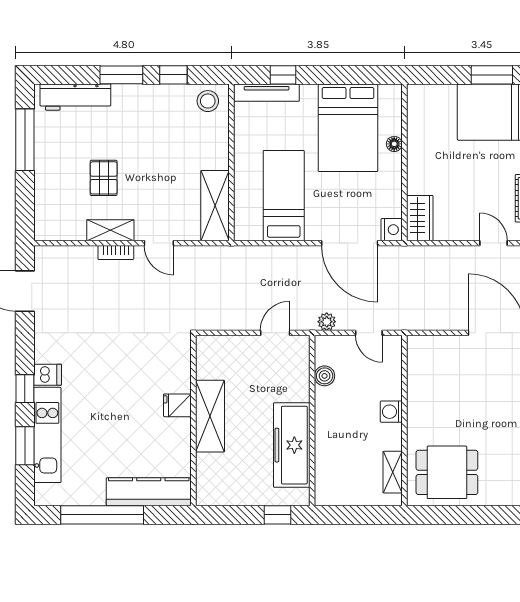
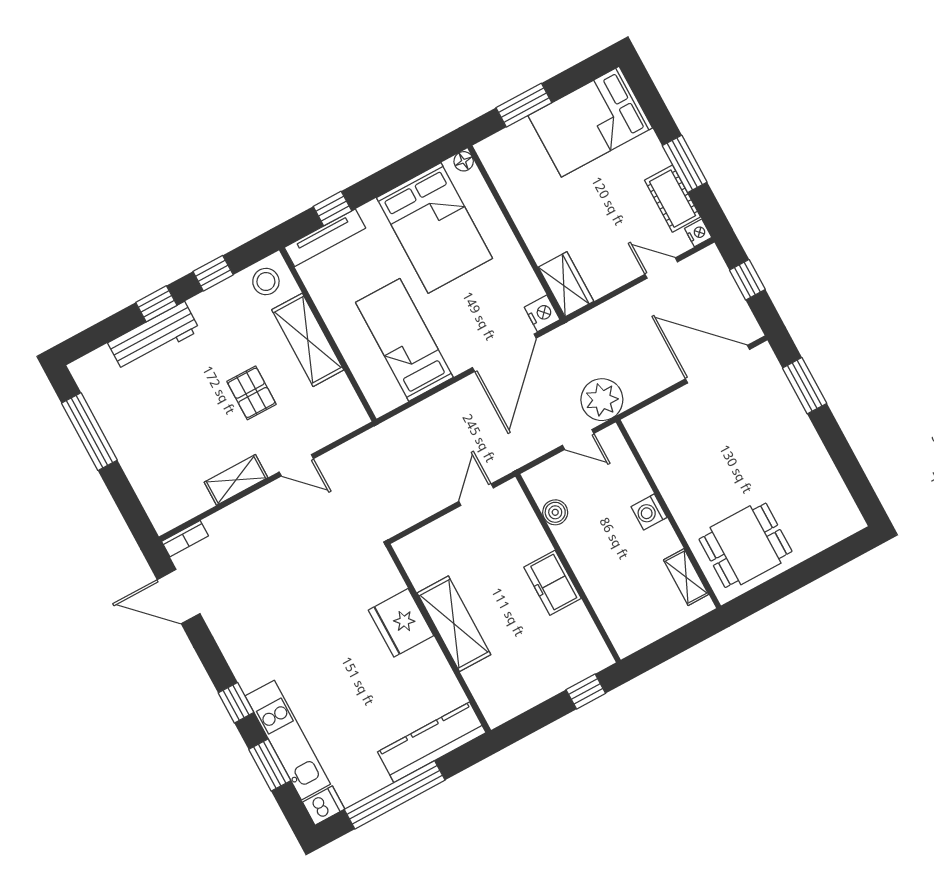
window: (121, 75) -> (156, 304), width x0.67
window: (492, 75) -> (524, 105), moved
workbench: (75, 97) -> (154, 337), moved
floor lamp: (394, 144) -> (464, 161), moved
pallet: (104, 178) -> (252, 393), moved
shelving: (215, 206) -> (308, 340), moved
door: (350, 243) -> (504, 353), hinge flipped
bookcase: (116, 253) -> (185, 539), moved
plant: (327, 322) -> (602, 400), moved, width x1.87, depth x1.87
dishwasher: (48, 375) -> (324, 806), moved
fridge: (177, 405) -> (401, 623), width x1.88, depth x1.34
freezer: (292, 445) -> (552, 583), width x0.52, depth x0.79

